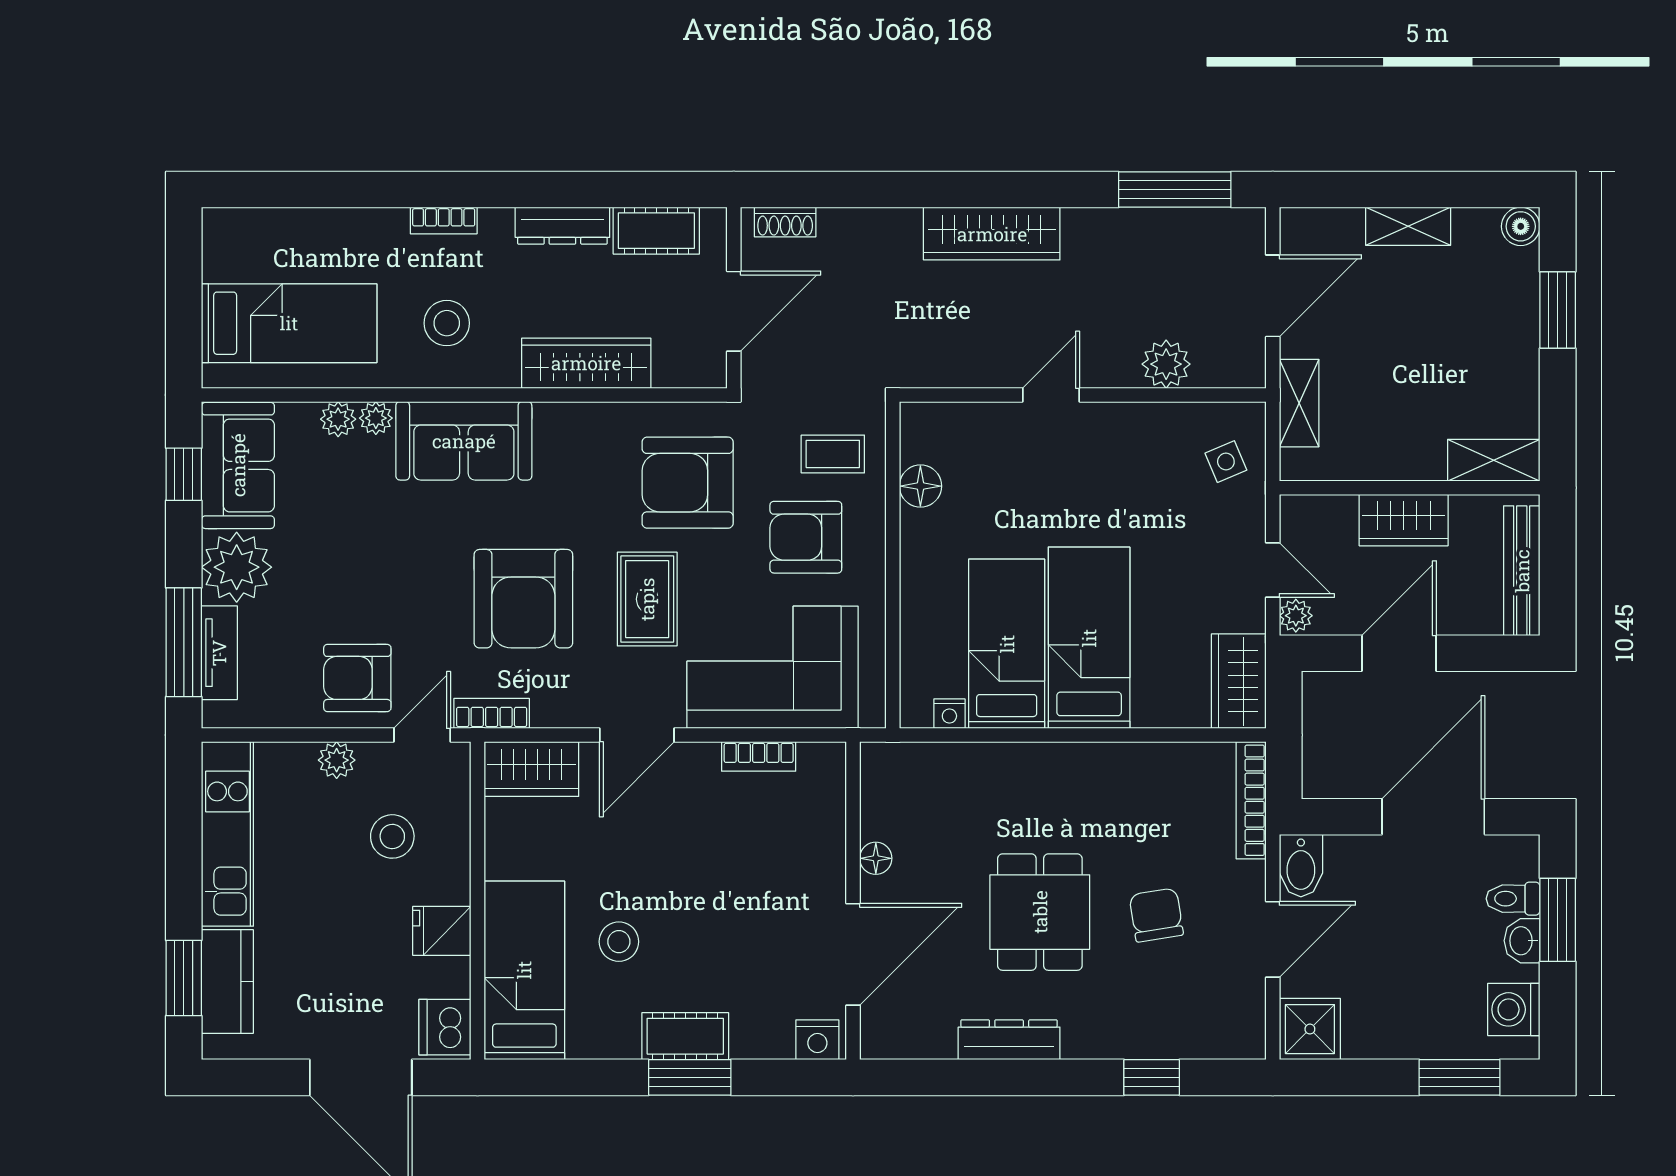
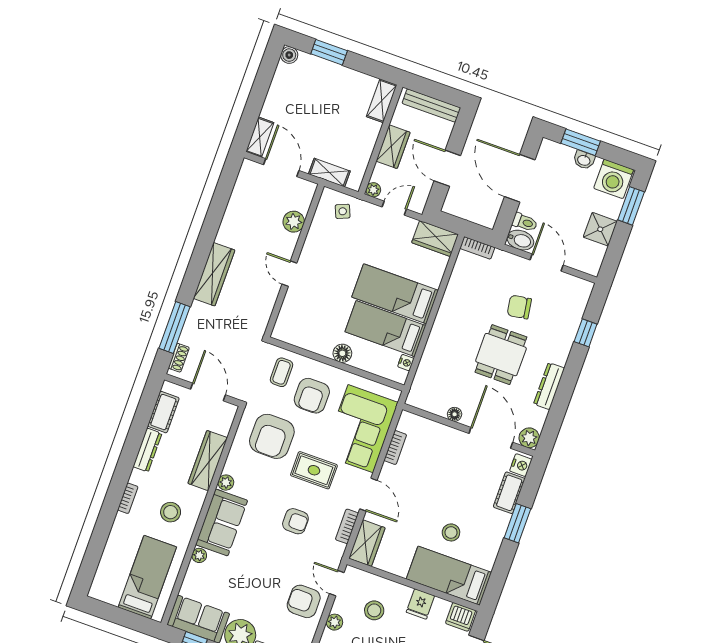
window: (1175, 189) -> (174, 328), moved
shelving: (1408, 226) -> (260, 137), moved
plant: (338, 419) -> (226, 483), moved
floor lamp: (920, 486) -> (342, 353), moved
armchair: (523, 599) -> (295, 521), width x0.53, depth x0.53
plant: (1296, 616) -> (373, 190), moved
armchair: (357, 678) -> (304, 601), turned 90
bookcase: (492, 713) -> (347, 526), moved
bookcase: (1251, 800) -> (477, 248), width x0.64
toilet: (1513, 899) -> (525, 222), moved, turned -90
dining table: (1040, 912) -> (501, 355), turned 90
washing machine: (1514, 1009) -> (614, 179), width x1.37, depth x1.37
shower: (1310, 1029) -> (600, 229), moved
cot: (685, 1036) -> (509, 493), moved
plant: (883, 1037) -> (529, 438), added

